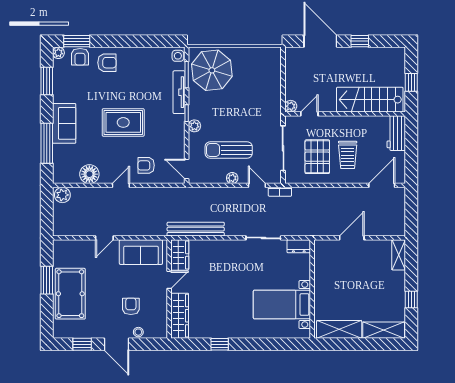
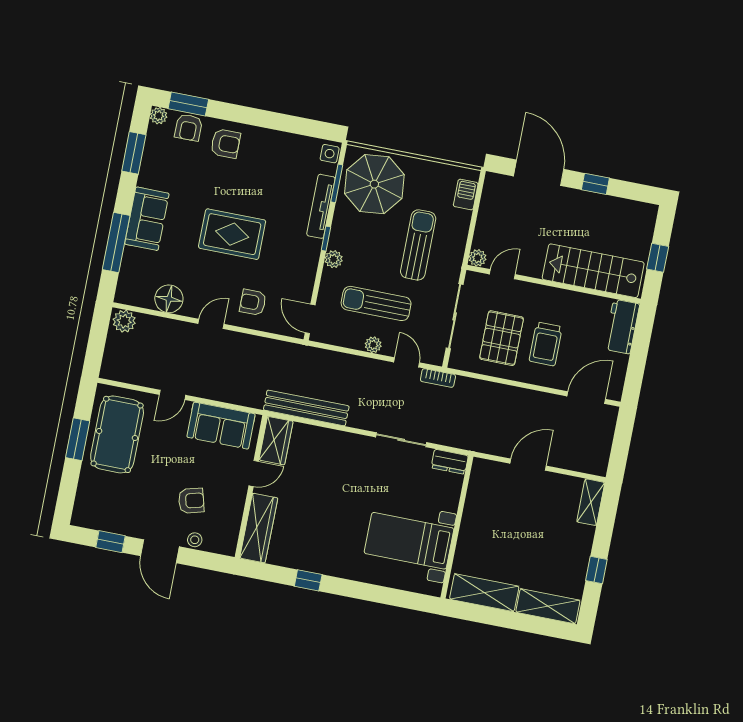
barbecue: (274, 65) -> (466, 195), added
sun lounger: (249, 105) -> (418, 245), added
pool table: (70, 294) -> (117, 434), moved
armchair: (131, 306) -> (191, 501), turned 75

